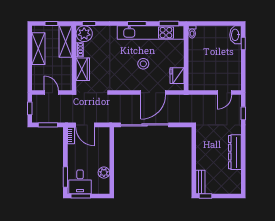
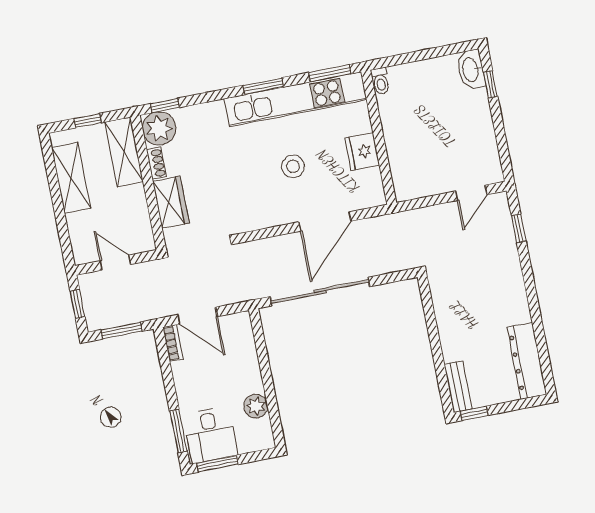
fridge: (177, 76) -> (362, 152), moved
dresser: (235, 152) -> (527, 361), moved

